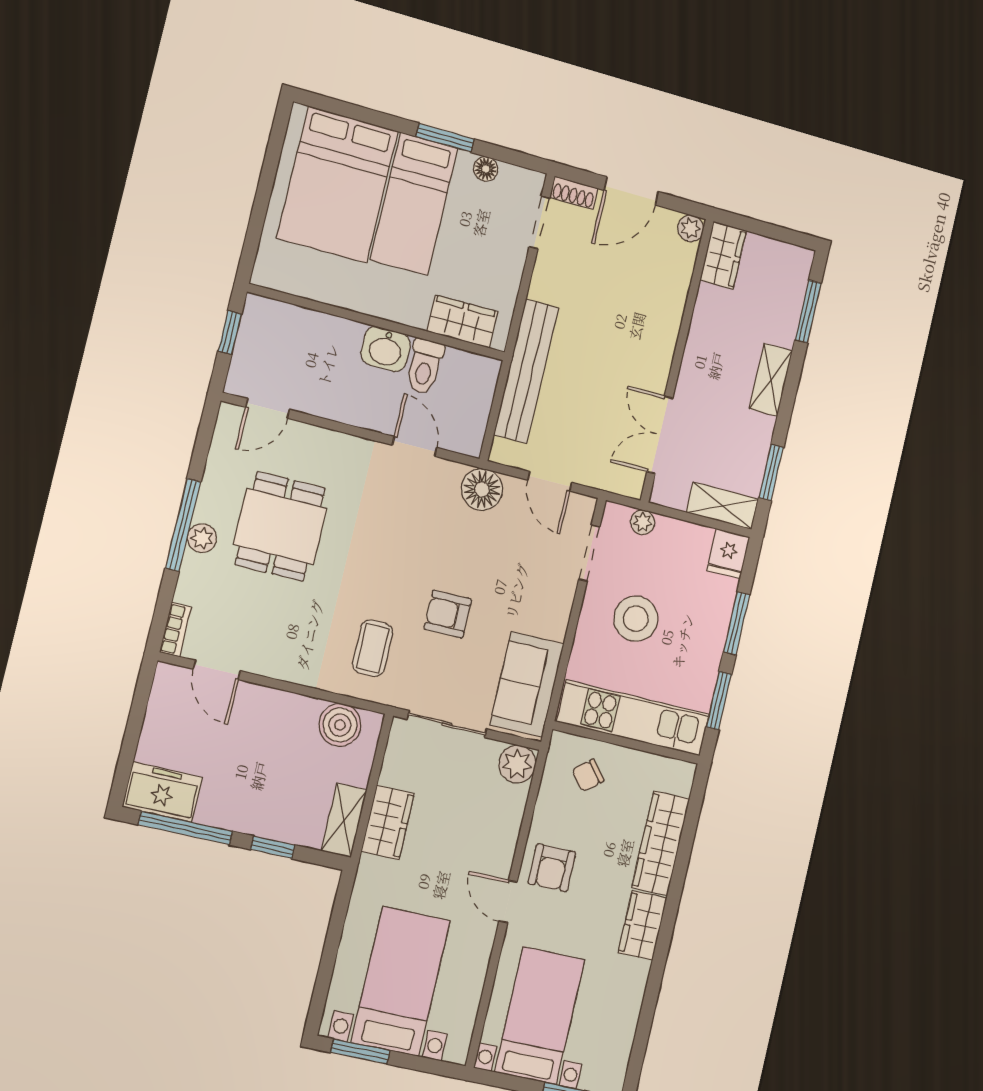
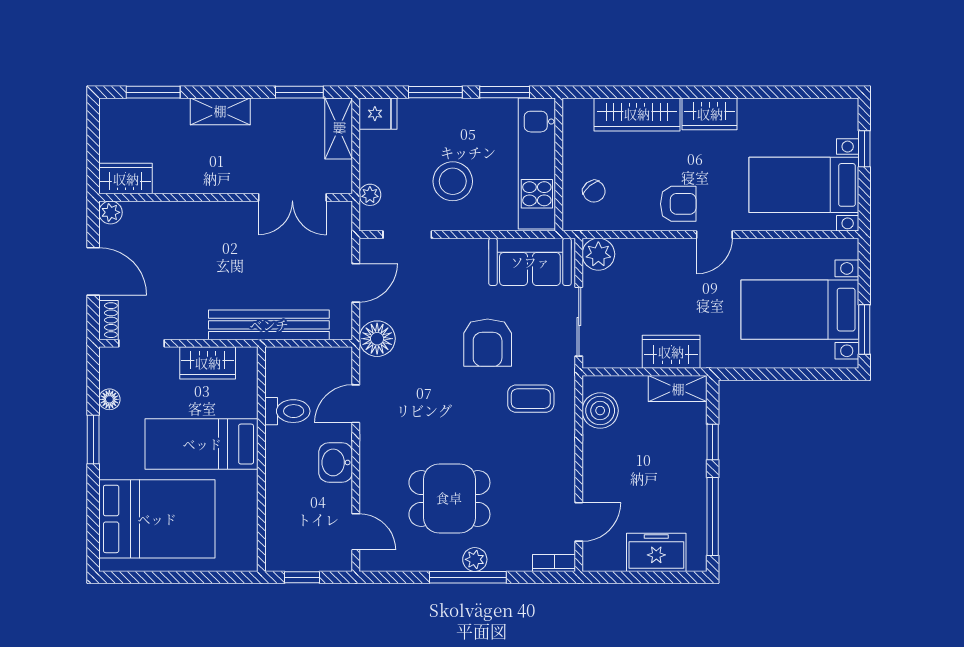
bed: (414, 204) -> (202, 444), moved, turned 180
wardrobe: (462, 321) -> (208, 363), moved, turned -90
washbasin: (386, 349) -> (336, 462), moved, turned 180
armchair: (448, 614) -> (488, 343), width x1.38, depth x1.38
freezer: (162, 792) -> (656, 552), moved, turned 90

